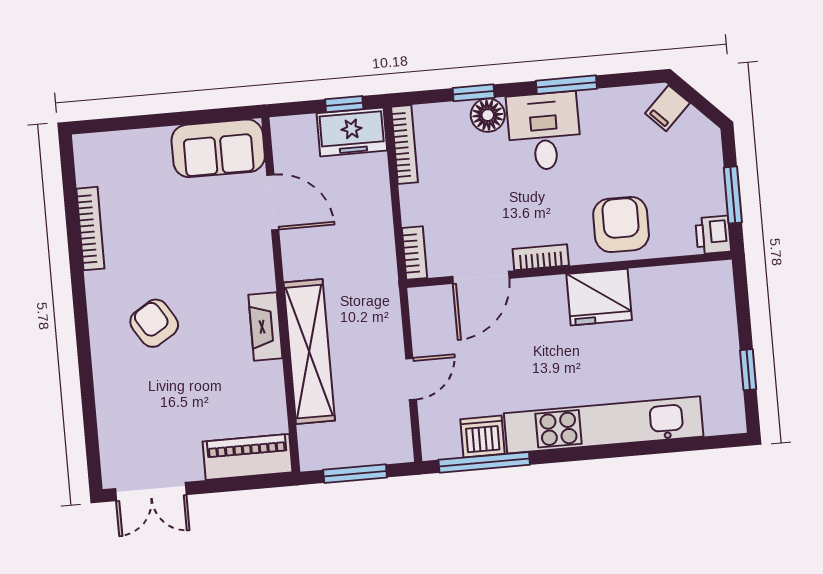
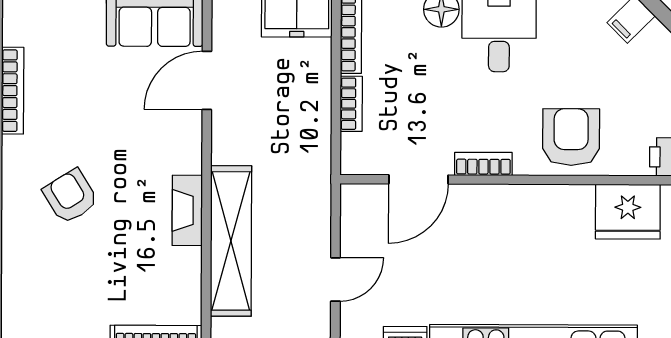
door: (273, 202) -> (207, 80), swing flipped
bookcase: (414, 253) -> (351, 104), moved
fridge: (599, 297) -> (628, 212), moved

